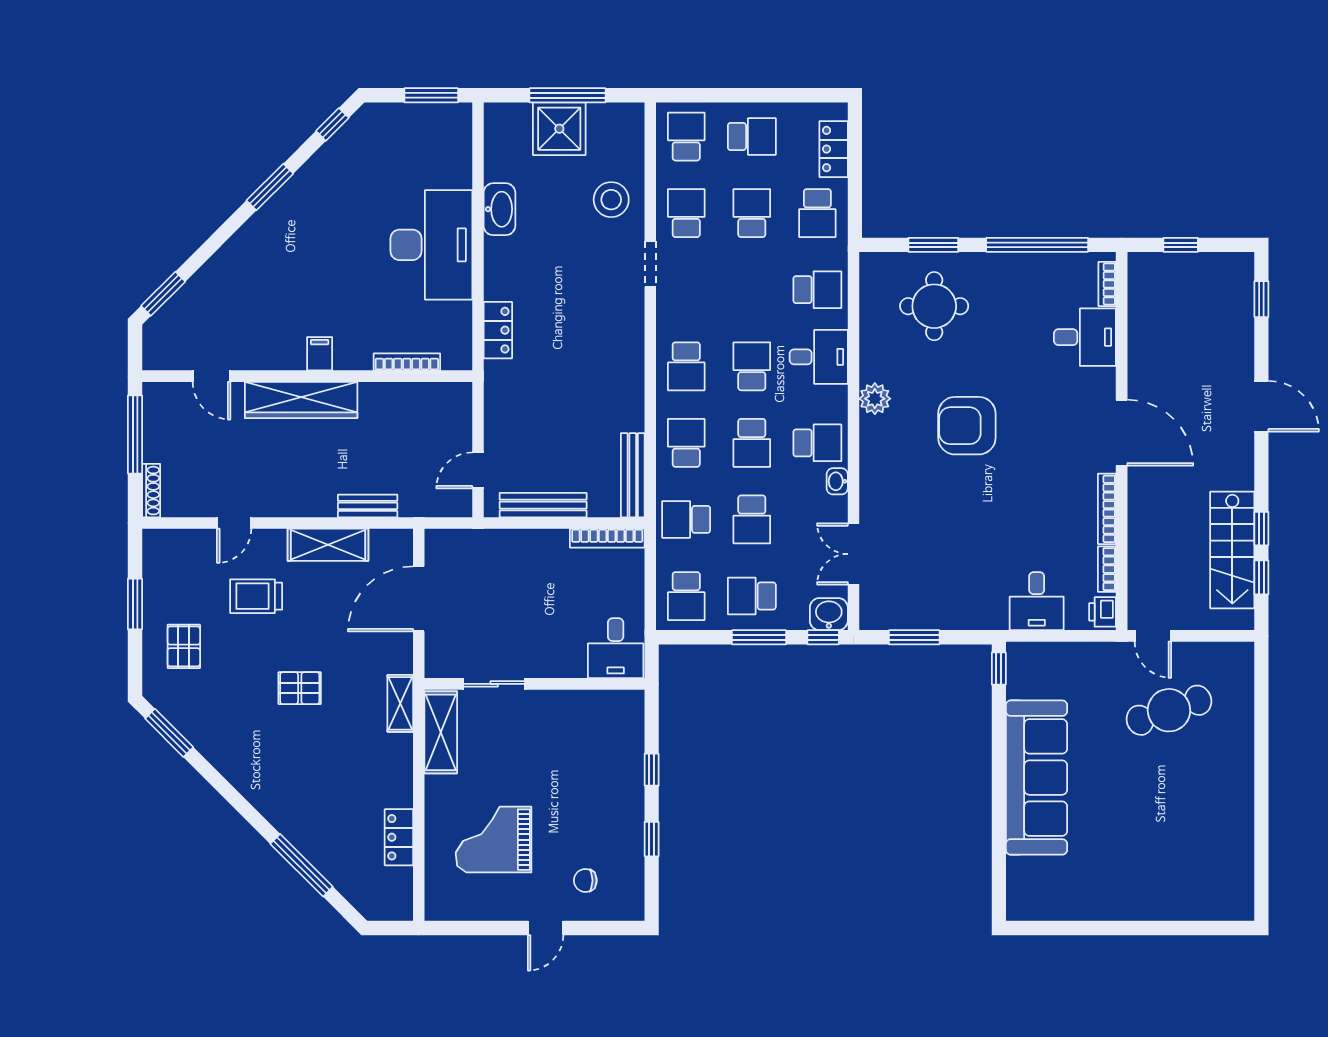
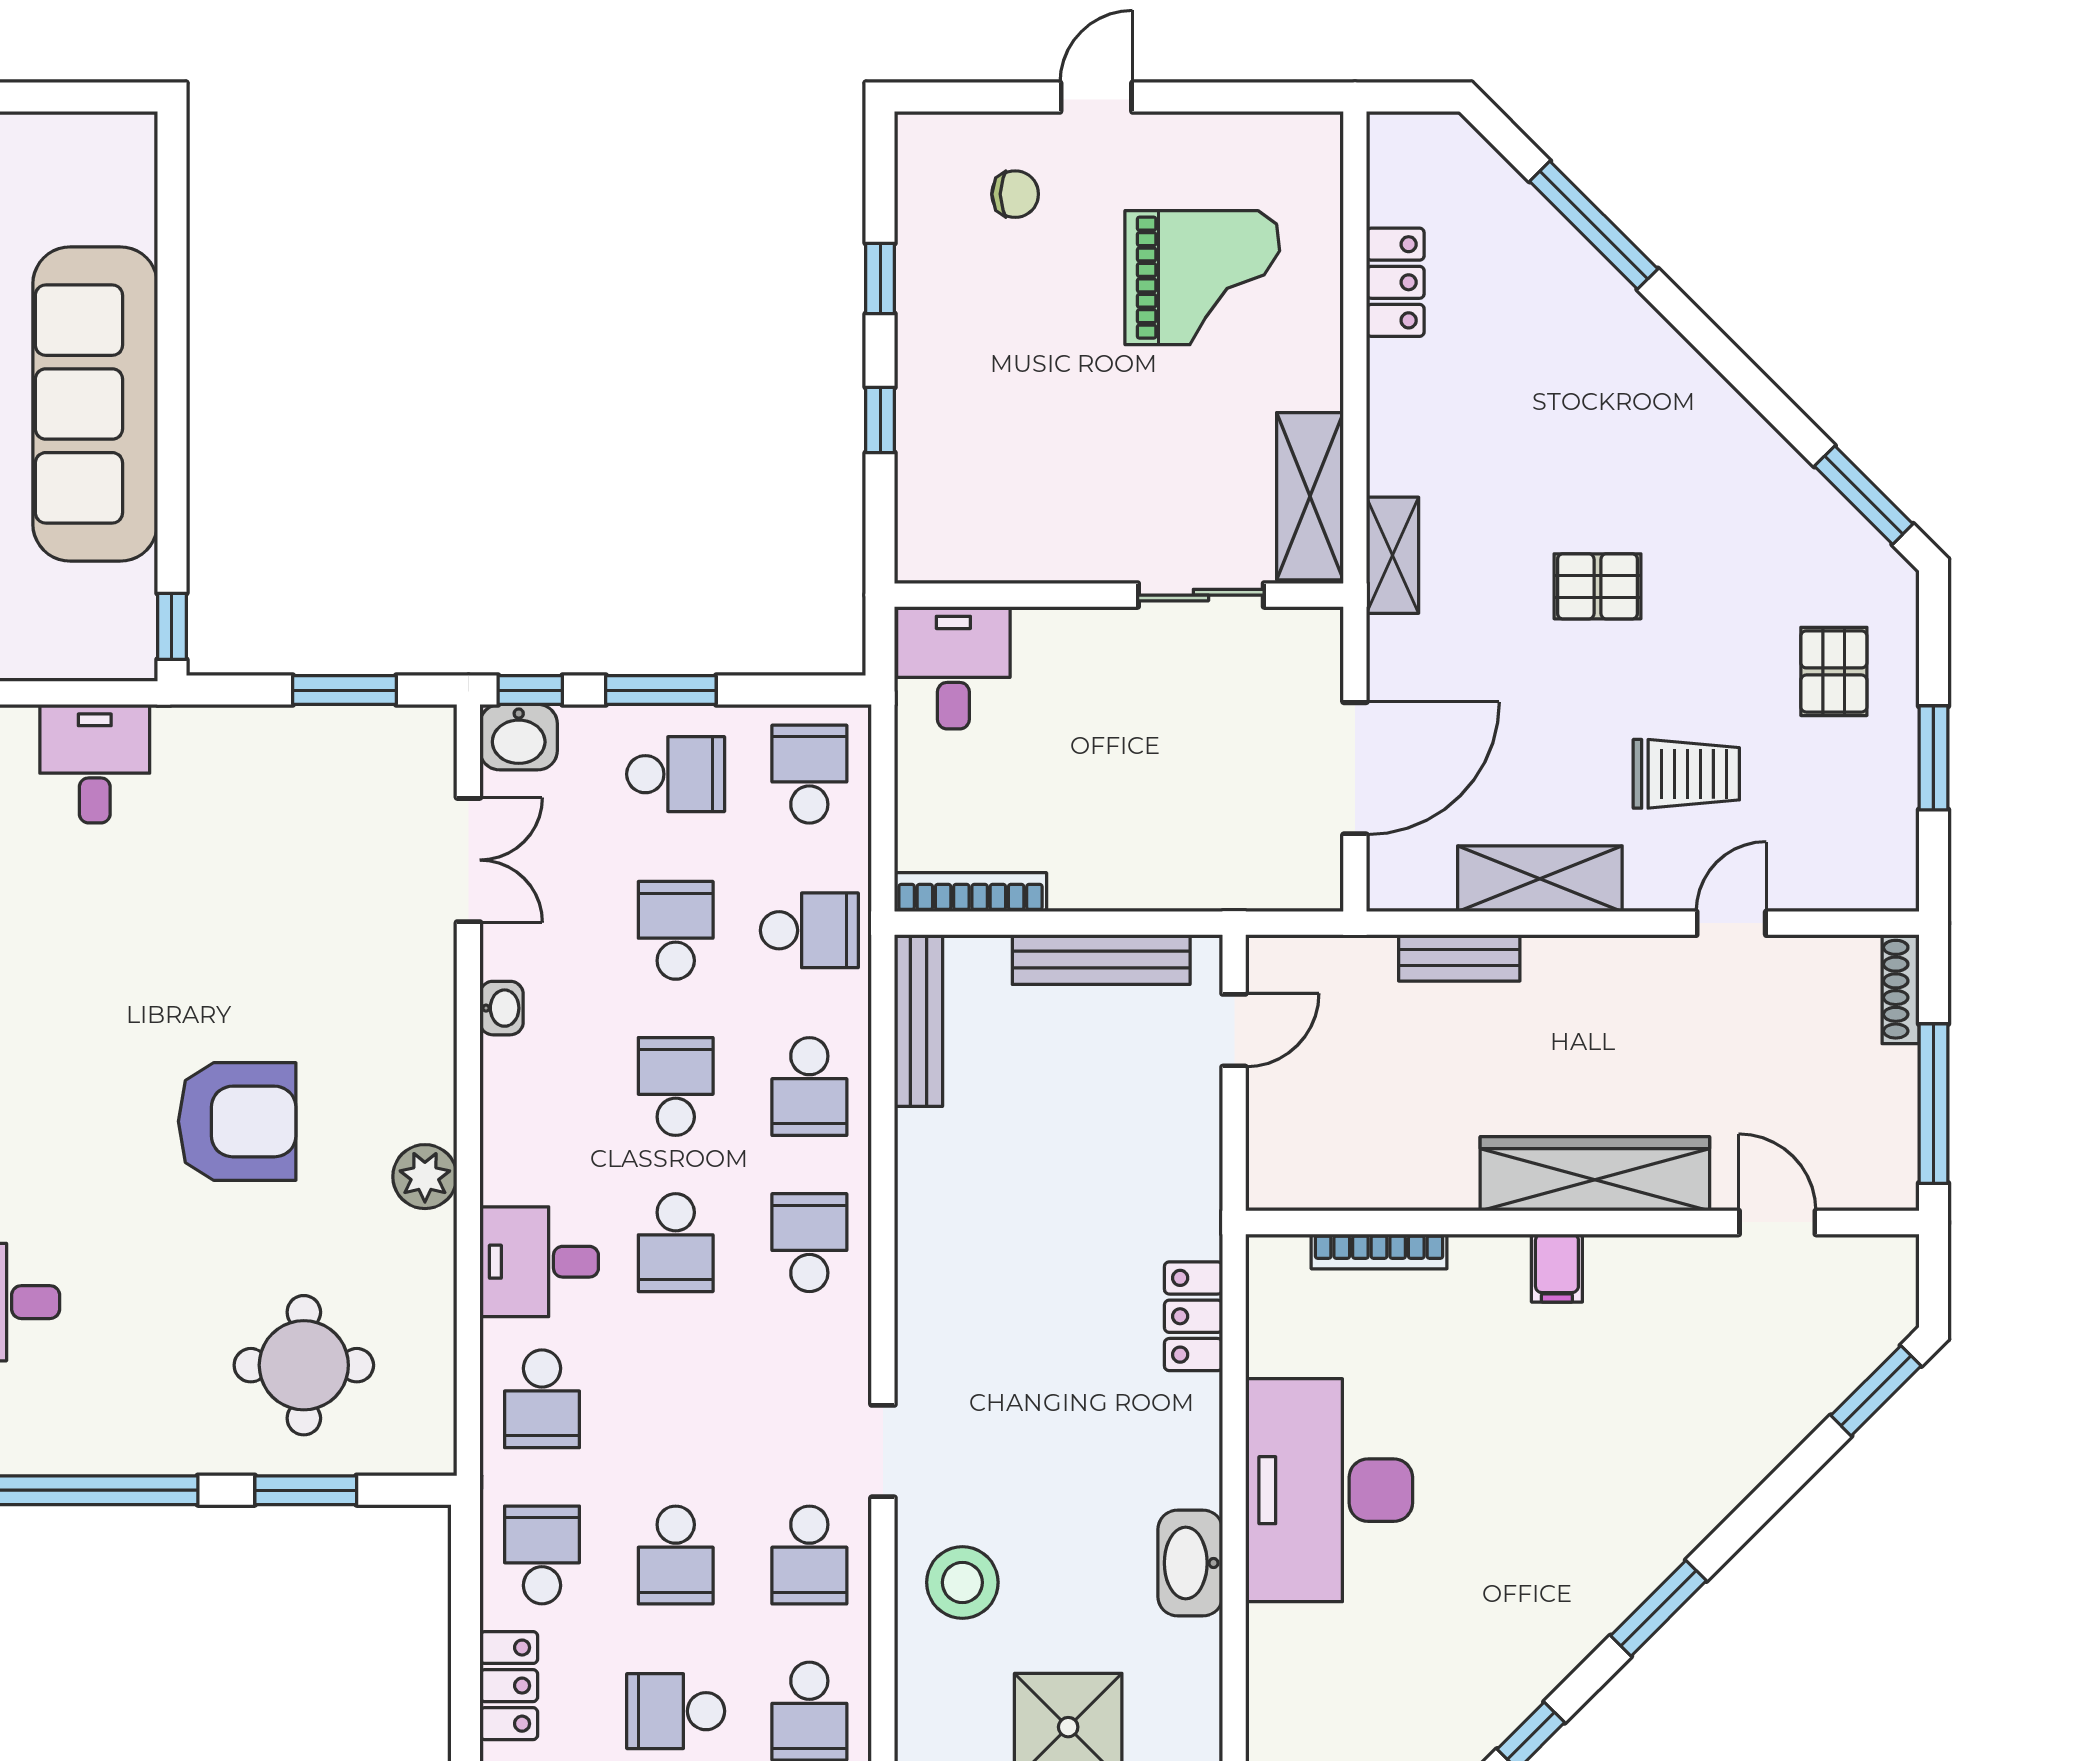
school desk: (817, 290) -> (542, 1399), turned -90
school desk: (817, 443) -> (542, 1086), removed

